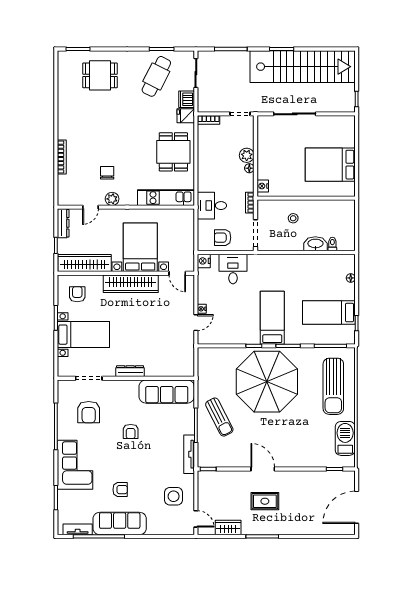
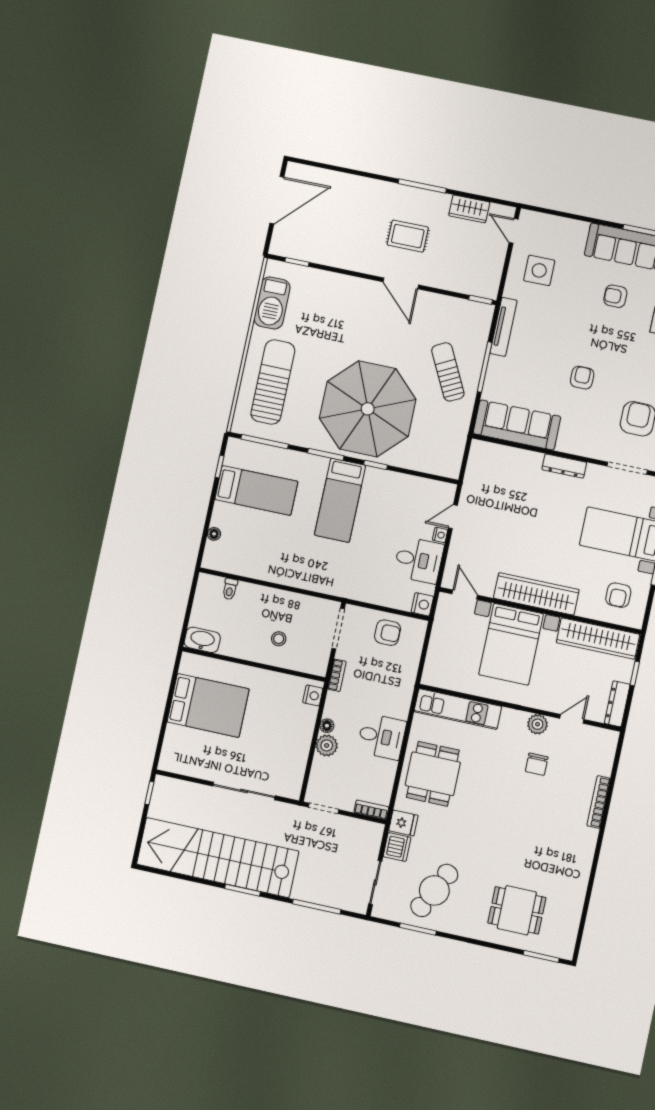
desk: (212, 206) -> (382, 737), moved
washbasin: (315, 244) -> (202, 640), moved, turned 180
desk: (233, 269) -> (419, 560), moved, turned -90

